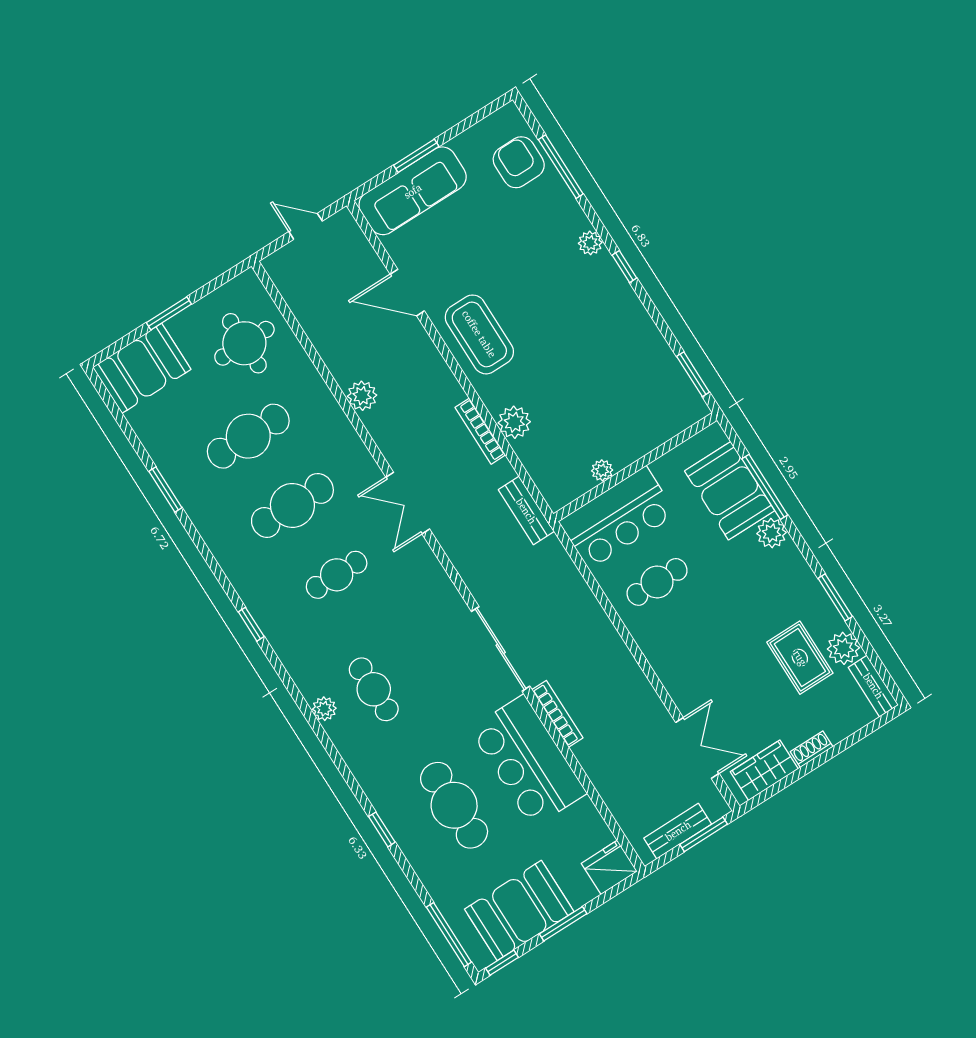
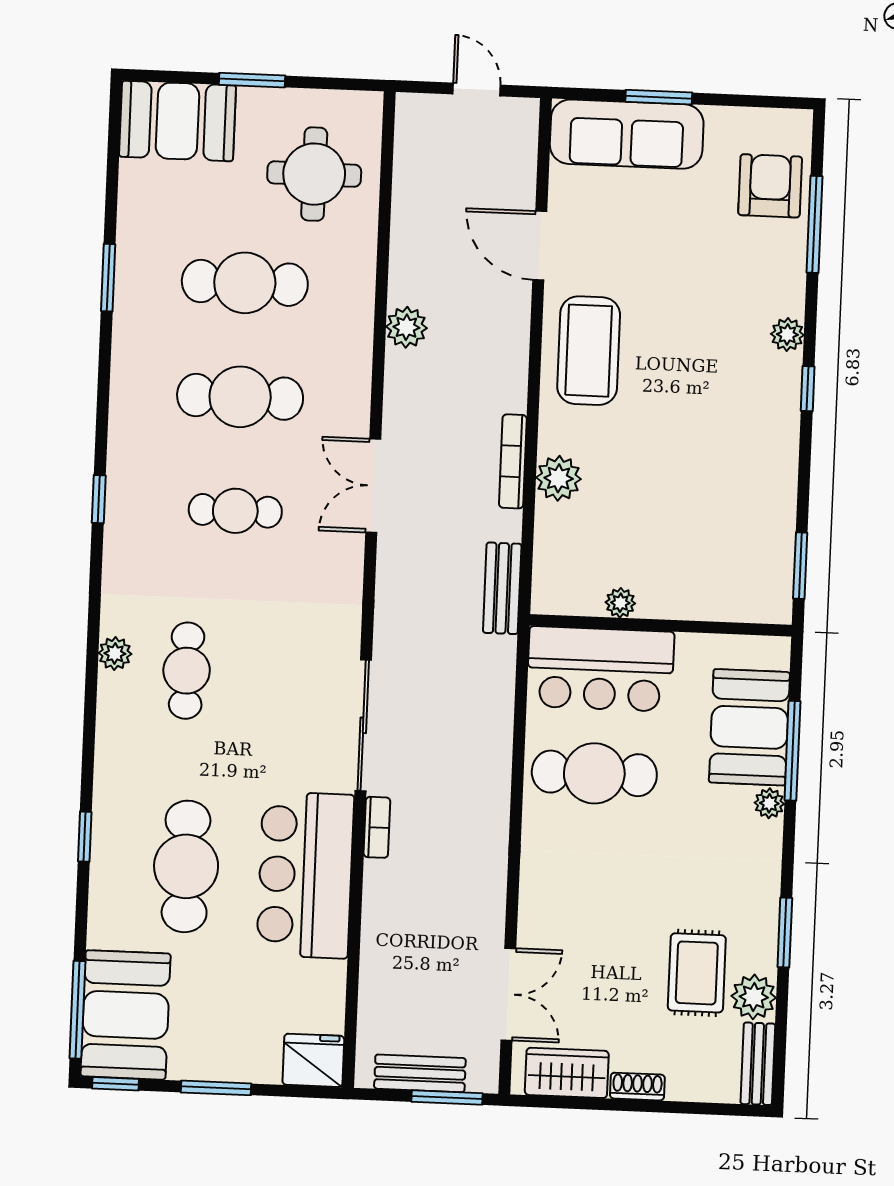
plant: (772, 533) -> (769, 803), width x0.73, depth x0.73
cafe table: (657, 582) -> (594, 773), width x1.37, depth x1.35
bookcase: (557, 714) -> (377, 827), width x0.64
booth: (519, 910) -> (126, 1015), moved, turned 90

